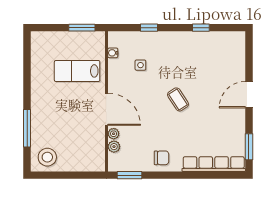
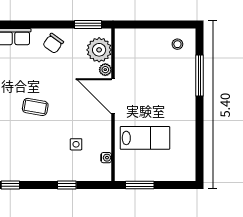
coffee table: (178, 99) -> (35, 107), turned -47
plant: (114, 147) -> (99, 50), width x1.87, depth x1.87
stool: (47, 157) -> (177, 44), width x0.53, depth x0.53
chair: (162, 158) -> (53, 43), turned -54

